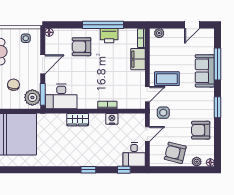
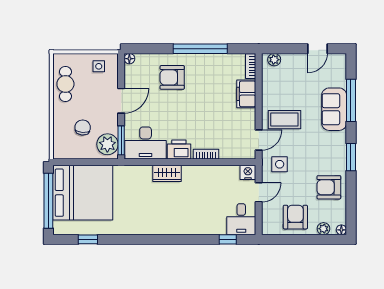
printer: (109, 36) -> (179, 150), moved, turned 180
nightstand: (112, 119) -> (248, 172), moved
armchair: (175, 153) -> (295, 217), turned 76
window: (88, 170) -> (88, 239), moved

